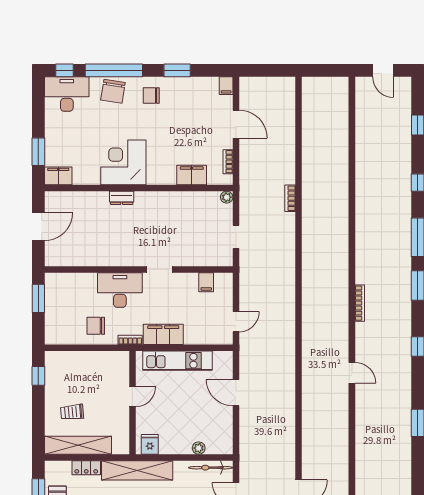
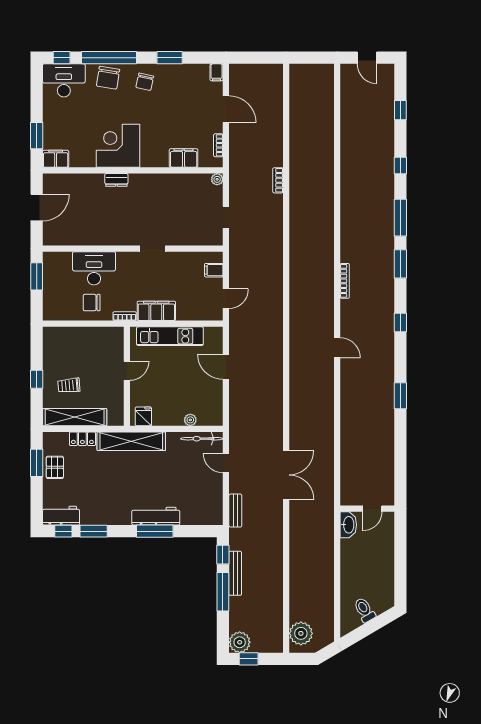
chair: (151, 95) -> (145, 82), turned -78
filing cabinet: (206, 282) -> (214, 270), moved, turned 90
desk: (120, 290) -> (94, 268), moved
window: (38, 376) -> (37, 379), moved

